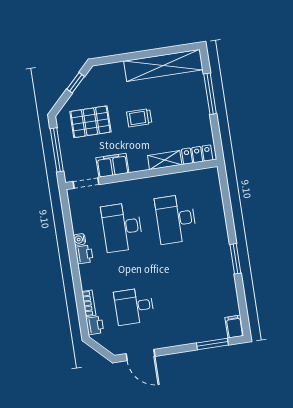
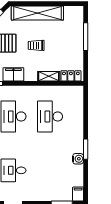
shelving: (163, 65) -> (37, 13), moved
water cooler: (226, 275) -> (78, 159), added

